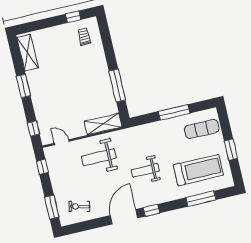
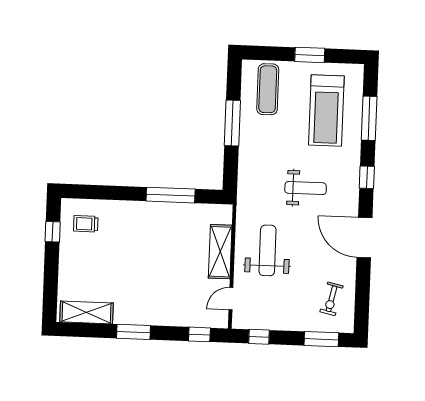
shelving: (103, 124) -> (220, 252), moved
weight bench: (99, 157) -> (268, 250), turned 180
weight bench: (145, 170) -> (306, 188), turned -90
treadmill: (198, 170) -> (326, 111), turned 180
window: (151, 210) -> (367, 177), moved

